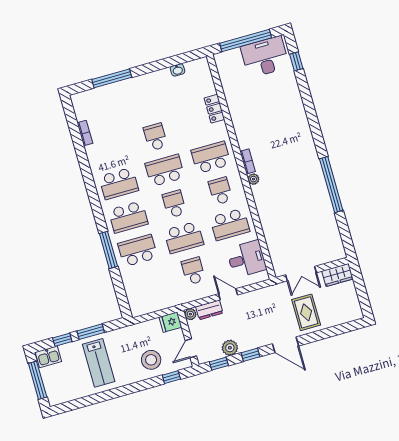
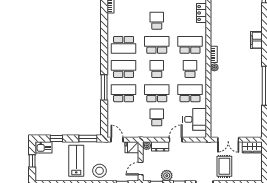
filing cabinet: (301, 125) -> (256, 40), added
school desk: (128, 217) -> (124, 69), turned 180
school desk: (230, 224) -> (190, 93), turned 180
school desk: (184, 237) -> (157, 93), turned 180
door: (228, 294) -> (176, 140), hinge flipped
door: (147, 317) -> (117, 140), added
window: (91, 332) -> (88, 139), moved
stool: (151, 360) -> (100, 171), moved
lab bench: (99, 363) -> (76, 161), turned 180
window: (38, 380) -> (32, 161), width x0.46

